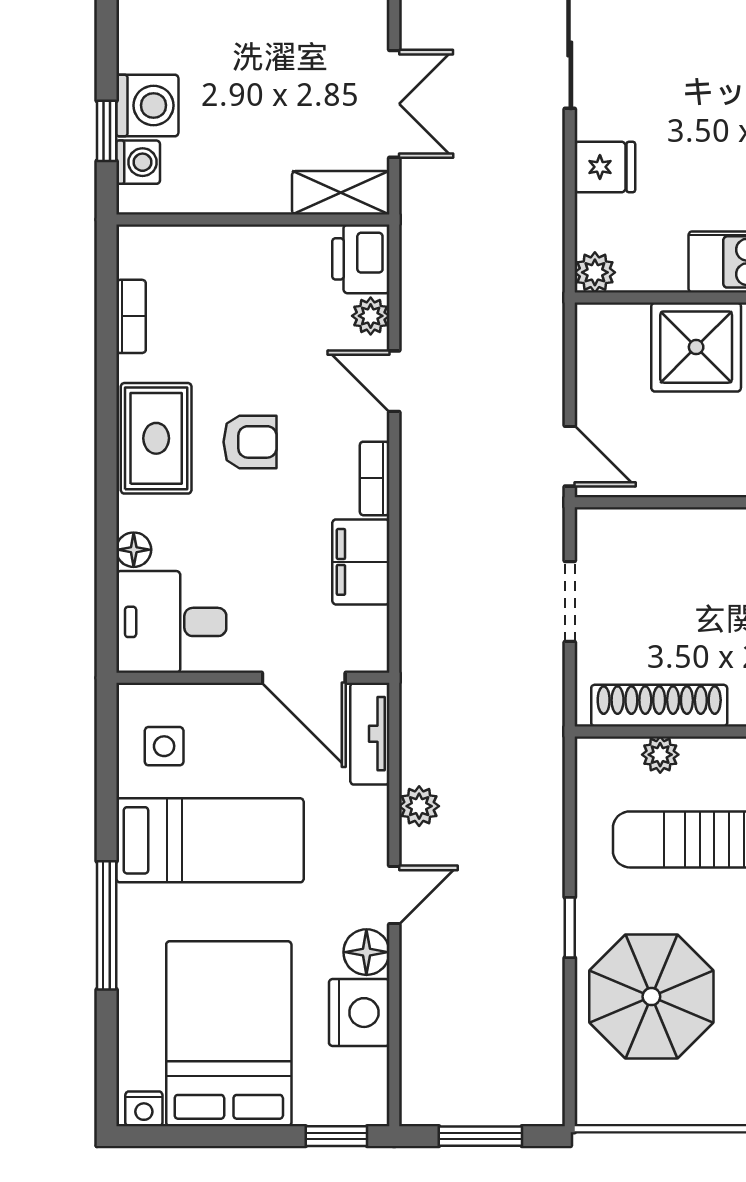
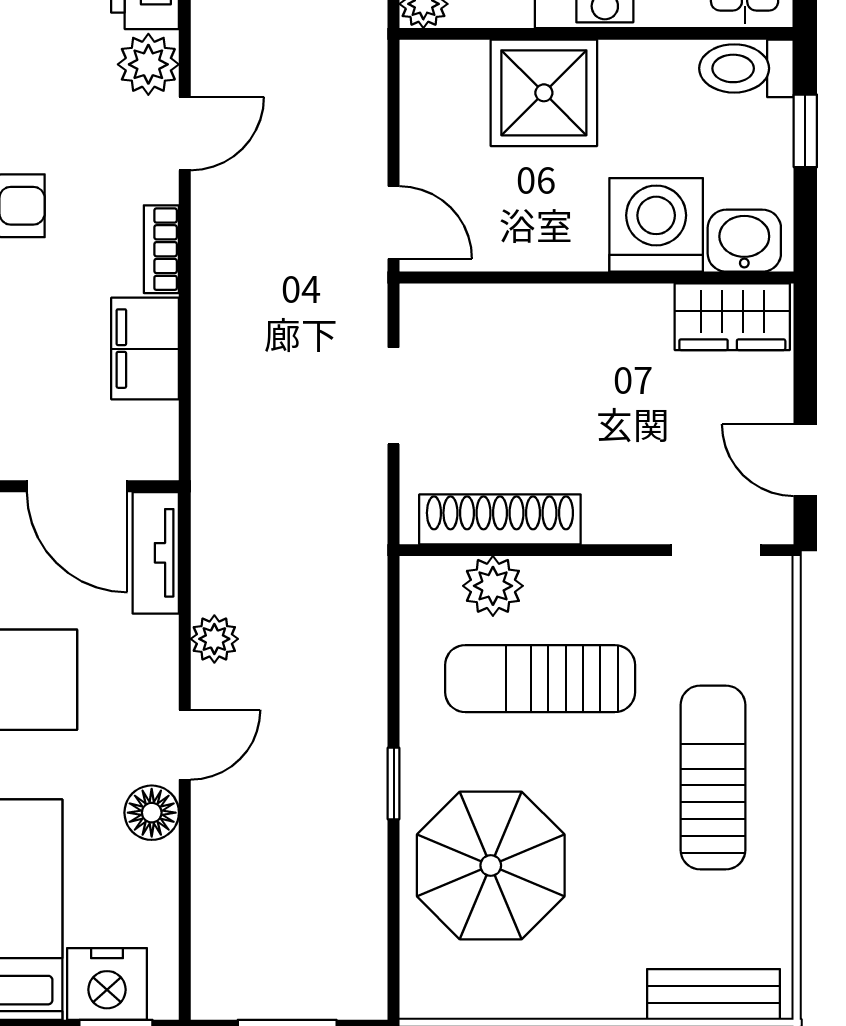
plant: (371, 316) -> (148, 64), width x1.38, depth x1.38
door: (394, 381) -> (185, 134), swing flipped
plant: (660, 755) -> (493, 586), width x1.38, depth x1.38
nightstand: (359, 1013) -> (107, 984), moved, turned 90

